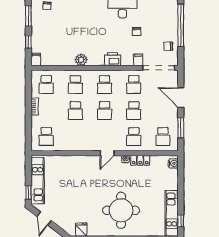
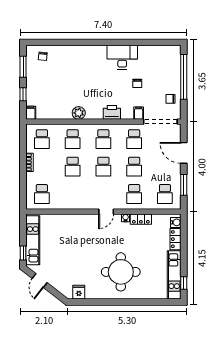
locker: (173, 179) -> (176, 239), added

